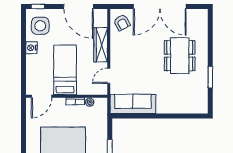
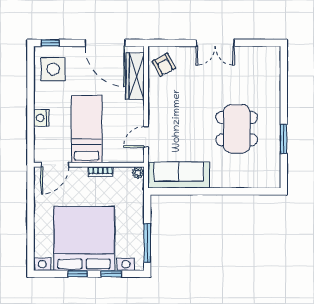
double door: (160, 6) -> (215, 43), width x0.54
wardrobe: (101, 45) -> (135, 76), moved
nightstand: (31, 48) -> (41, 118), moved
dining table: (180, 56) -> (237, 129), moved
plant: (90, 102) -> (138, 173), moved

